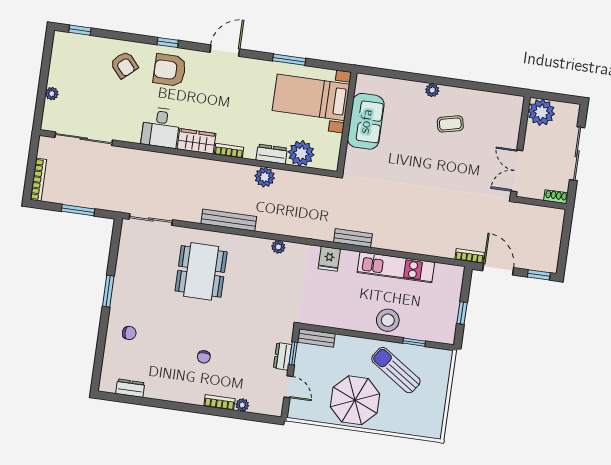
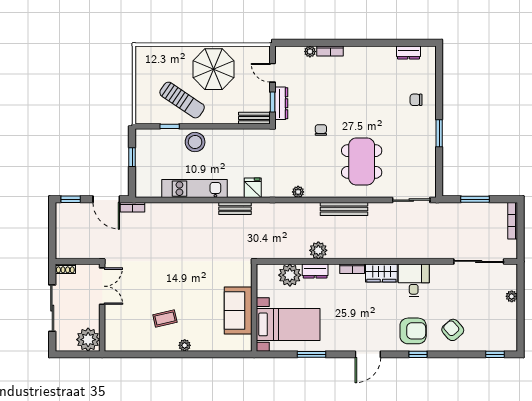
dresser: (283, 356) -> (281, 103), width x1.44
chair: (204, 357) -> (321, 130), moved

